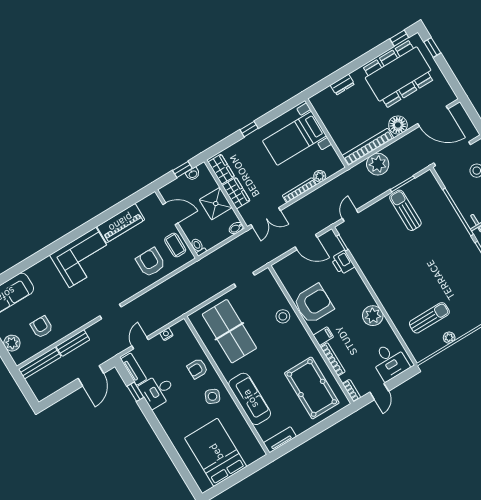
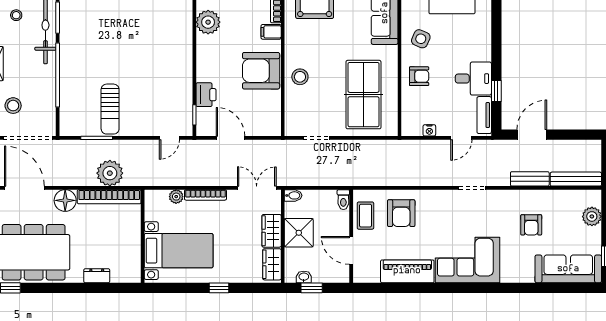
armchair: (42, 327) -> (531, 225), moved

